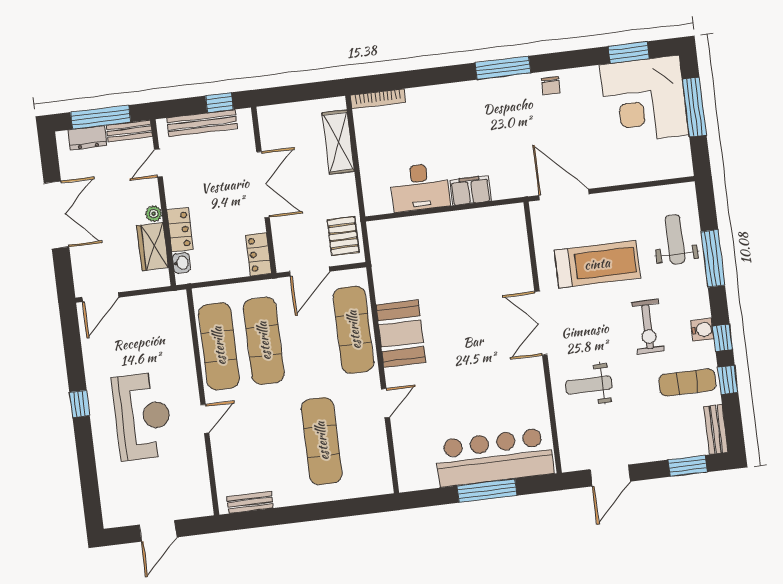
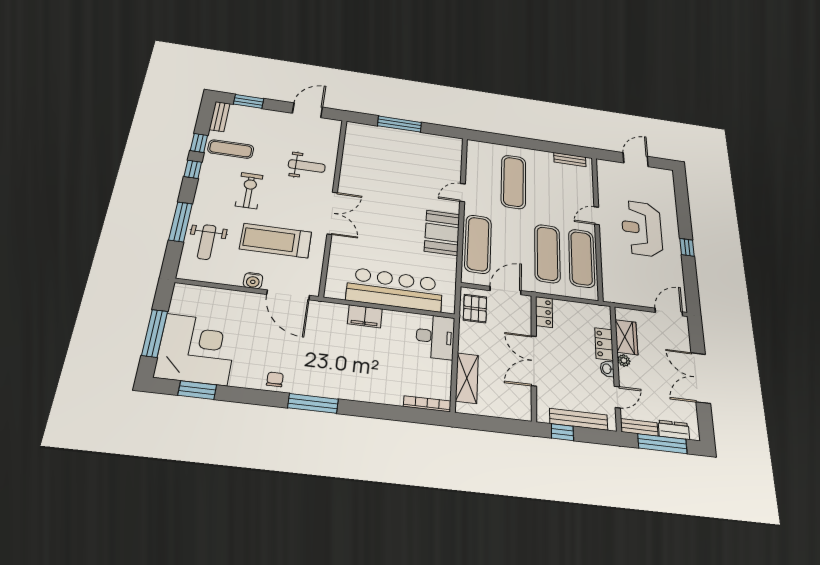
desk: (420, 187) -> (435, 337), moved, turned 90
washbasin: (181, 263) -> (607, 369), moved
water cooler: (702, 330) -> (253, 281), moved, turned -90
bar counter: (494, 457) -> (395, 290), moved, turned 180

